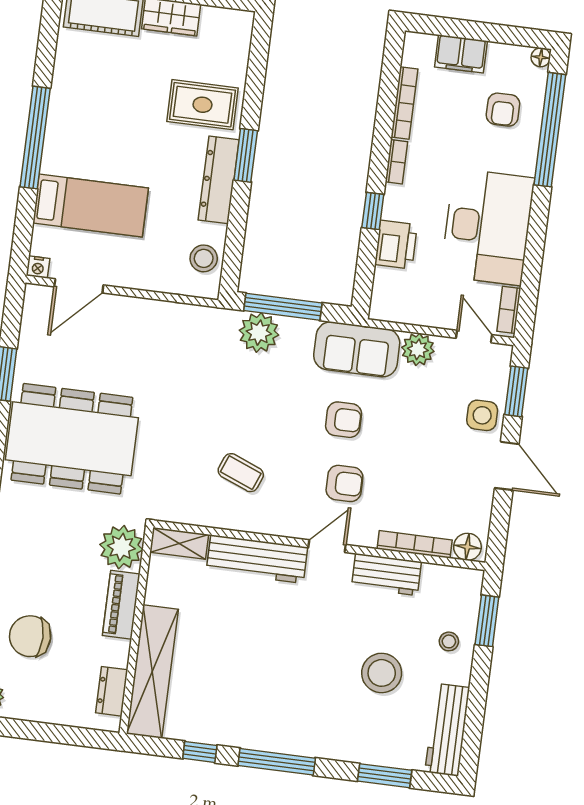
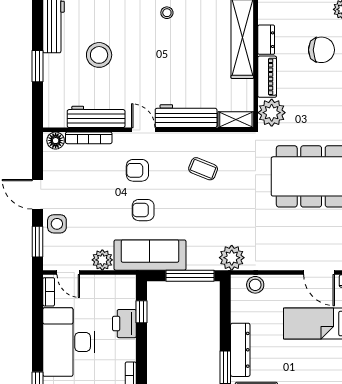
window: (373, 211) -> (142, 312), moved
stool: (204, 258) -> (255, 285), moved
door: (79, 286) -> (319, 272), swing flipped
plant: (259, 333) -> (232, 258), moved
sofa: (357, 349) -> (150, 255), width x1.36
door: (327, 546) -> (143, 130), swing flipped
workbench: (386, 574) -> (96, 117), width x1.37
window: (487, 621) -> (38, 66), moved
stool: (449, 641) -> (167, 13), moved
dresser: (112, 691) -> (266, 40), moved

